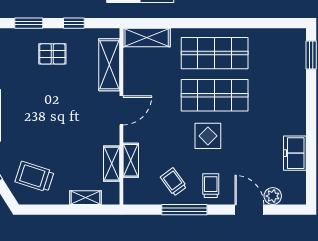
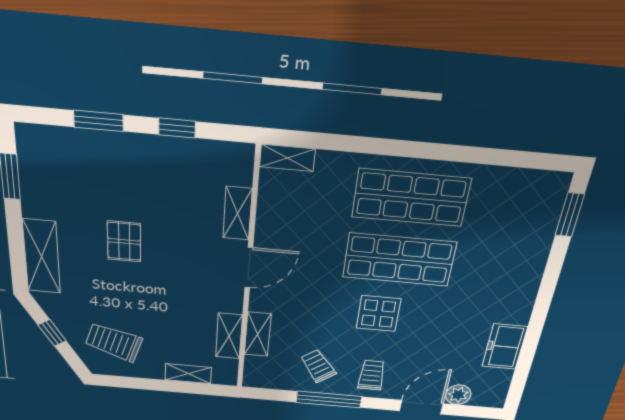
shelving: (147, 38) -> (287, 158), width x0.67, depth x0.75
pallet: (52, 54) -> (124, 241), moved, turned 90
shelving: (109, 65) -> (237, 213), width x0.67, depth x0.75
door: (249, 210) -> (421, 407), hinge flipped

